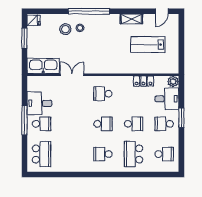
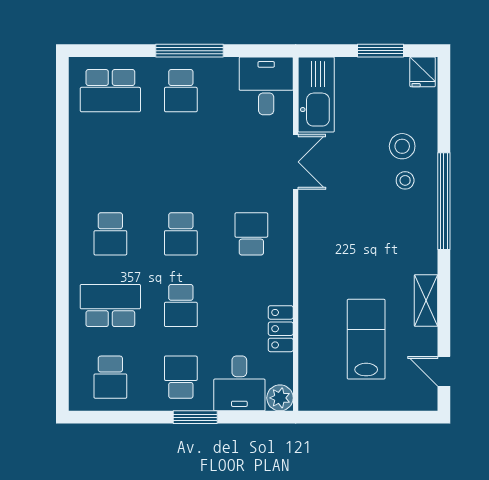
desk: (40, 103) -> (266, 86), moved
school desk: (103, 154) -> (110, 234), turned 180

